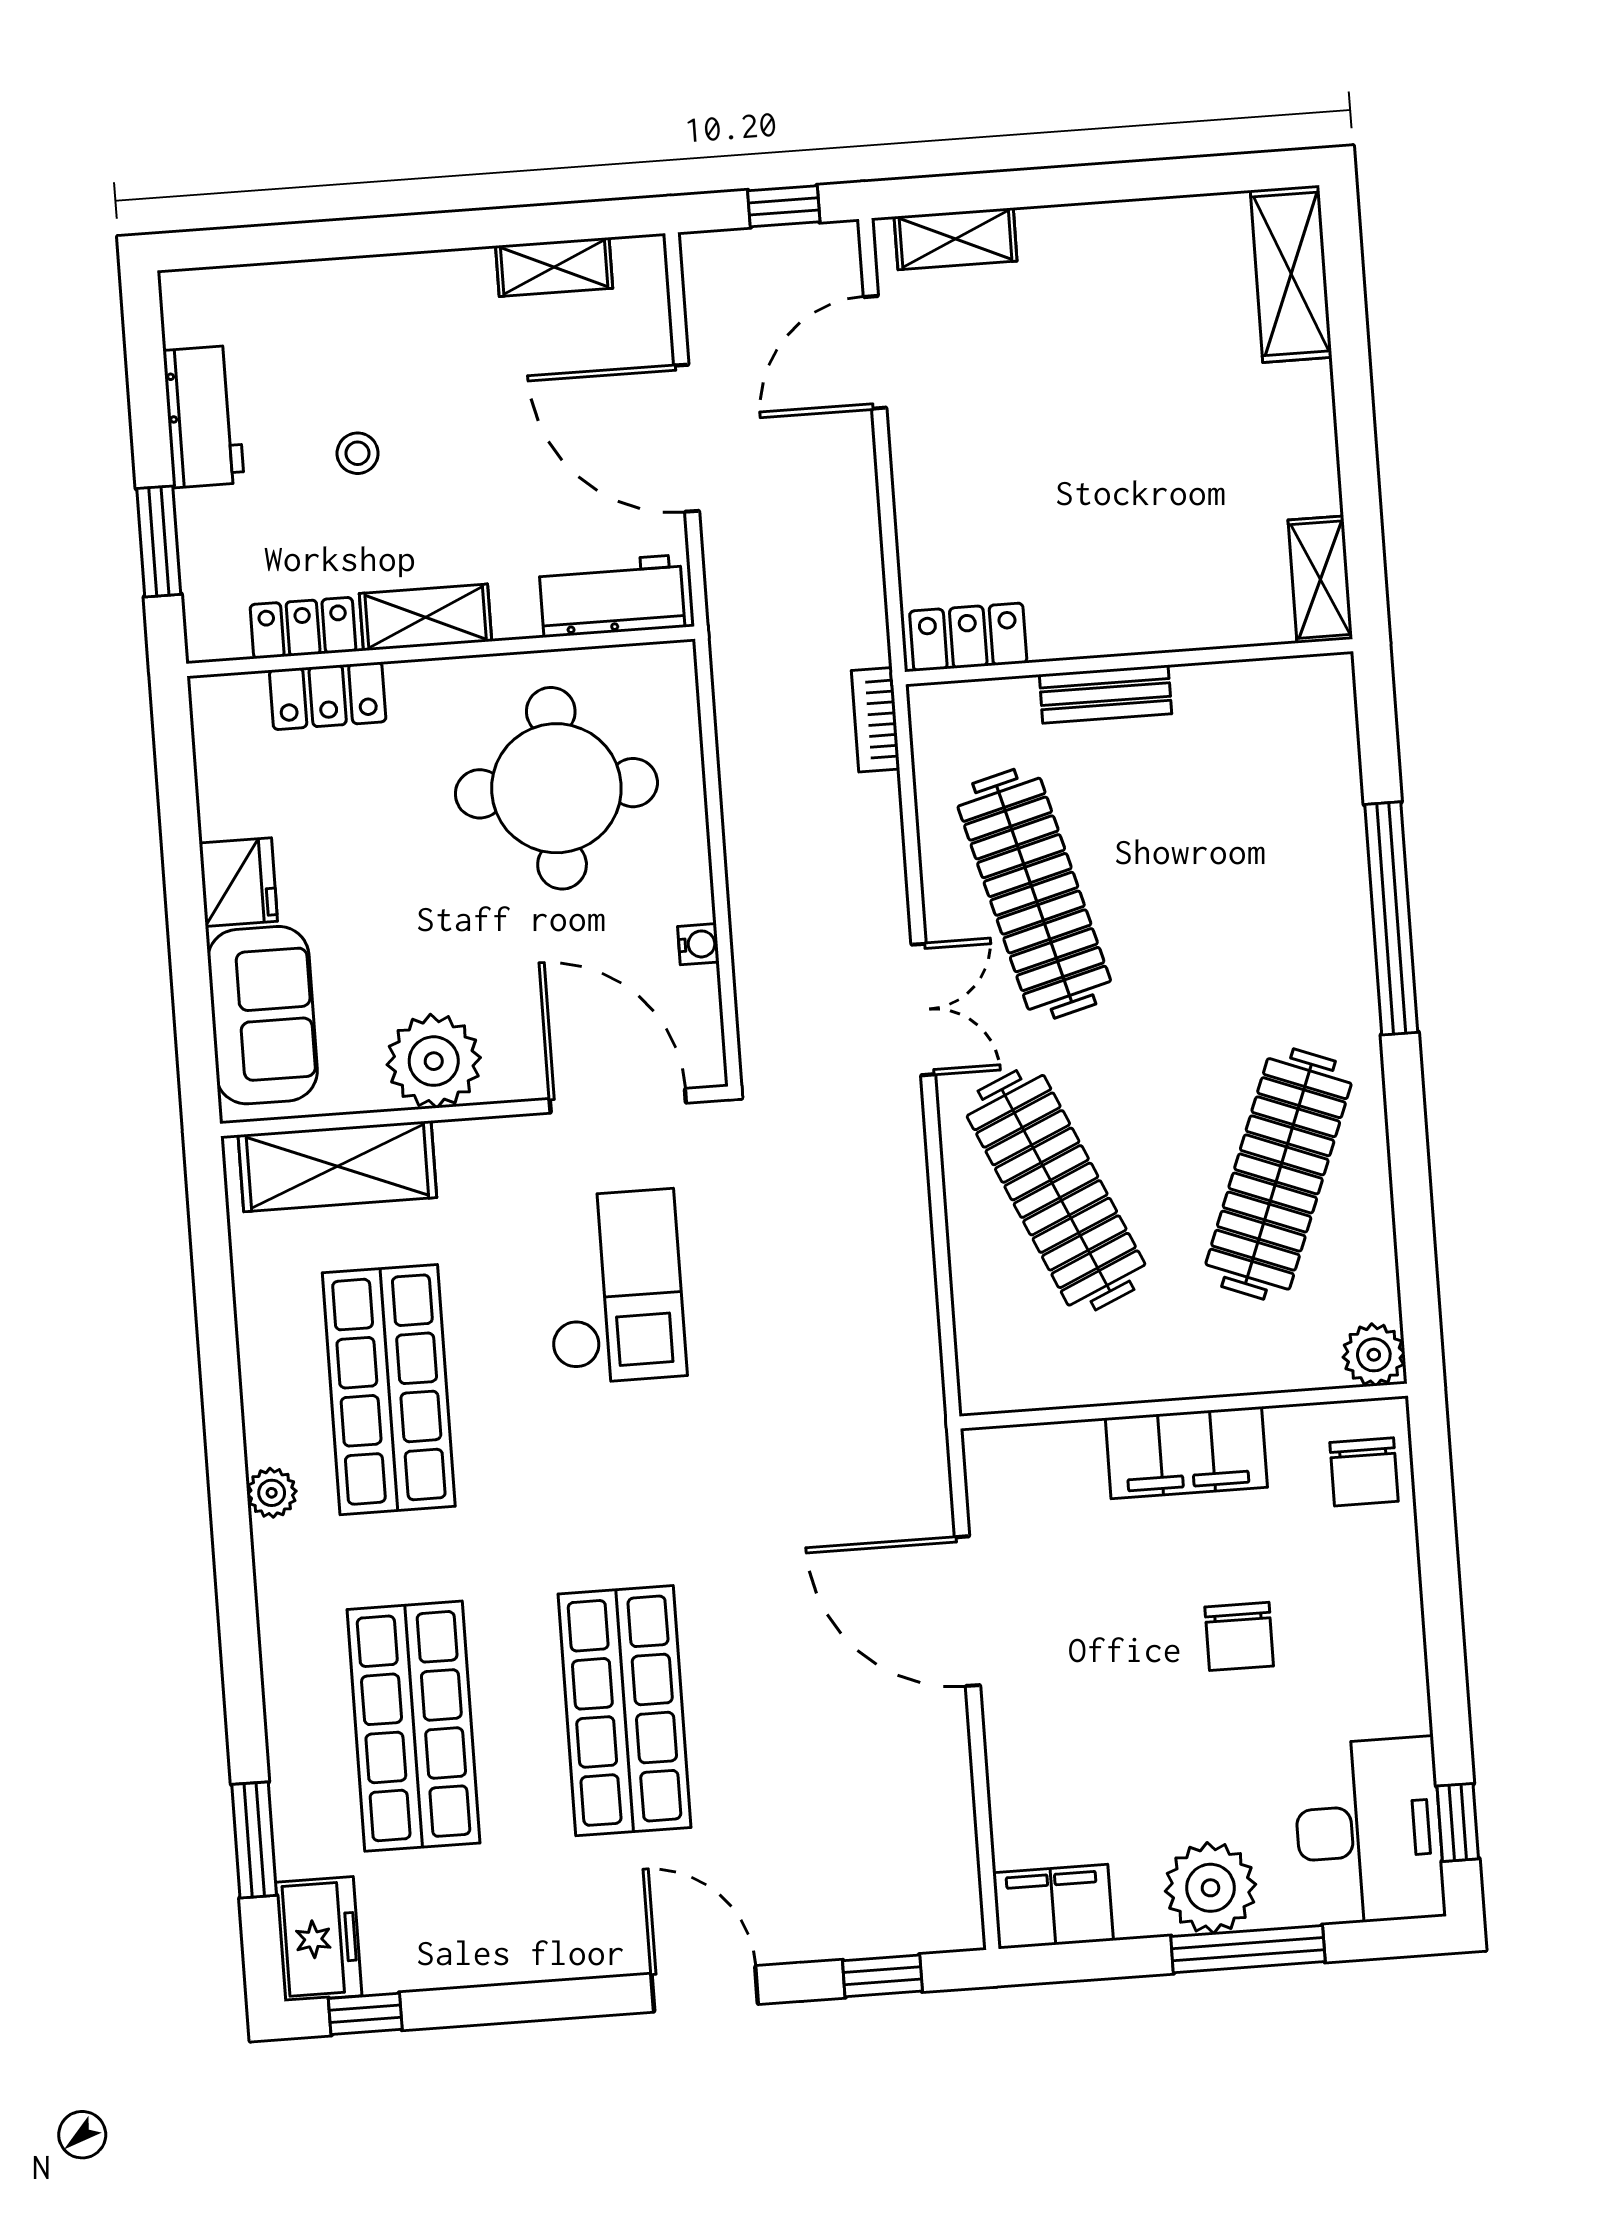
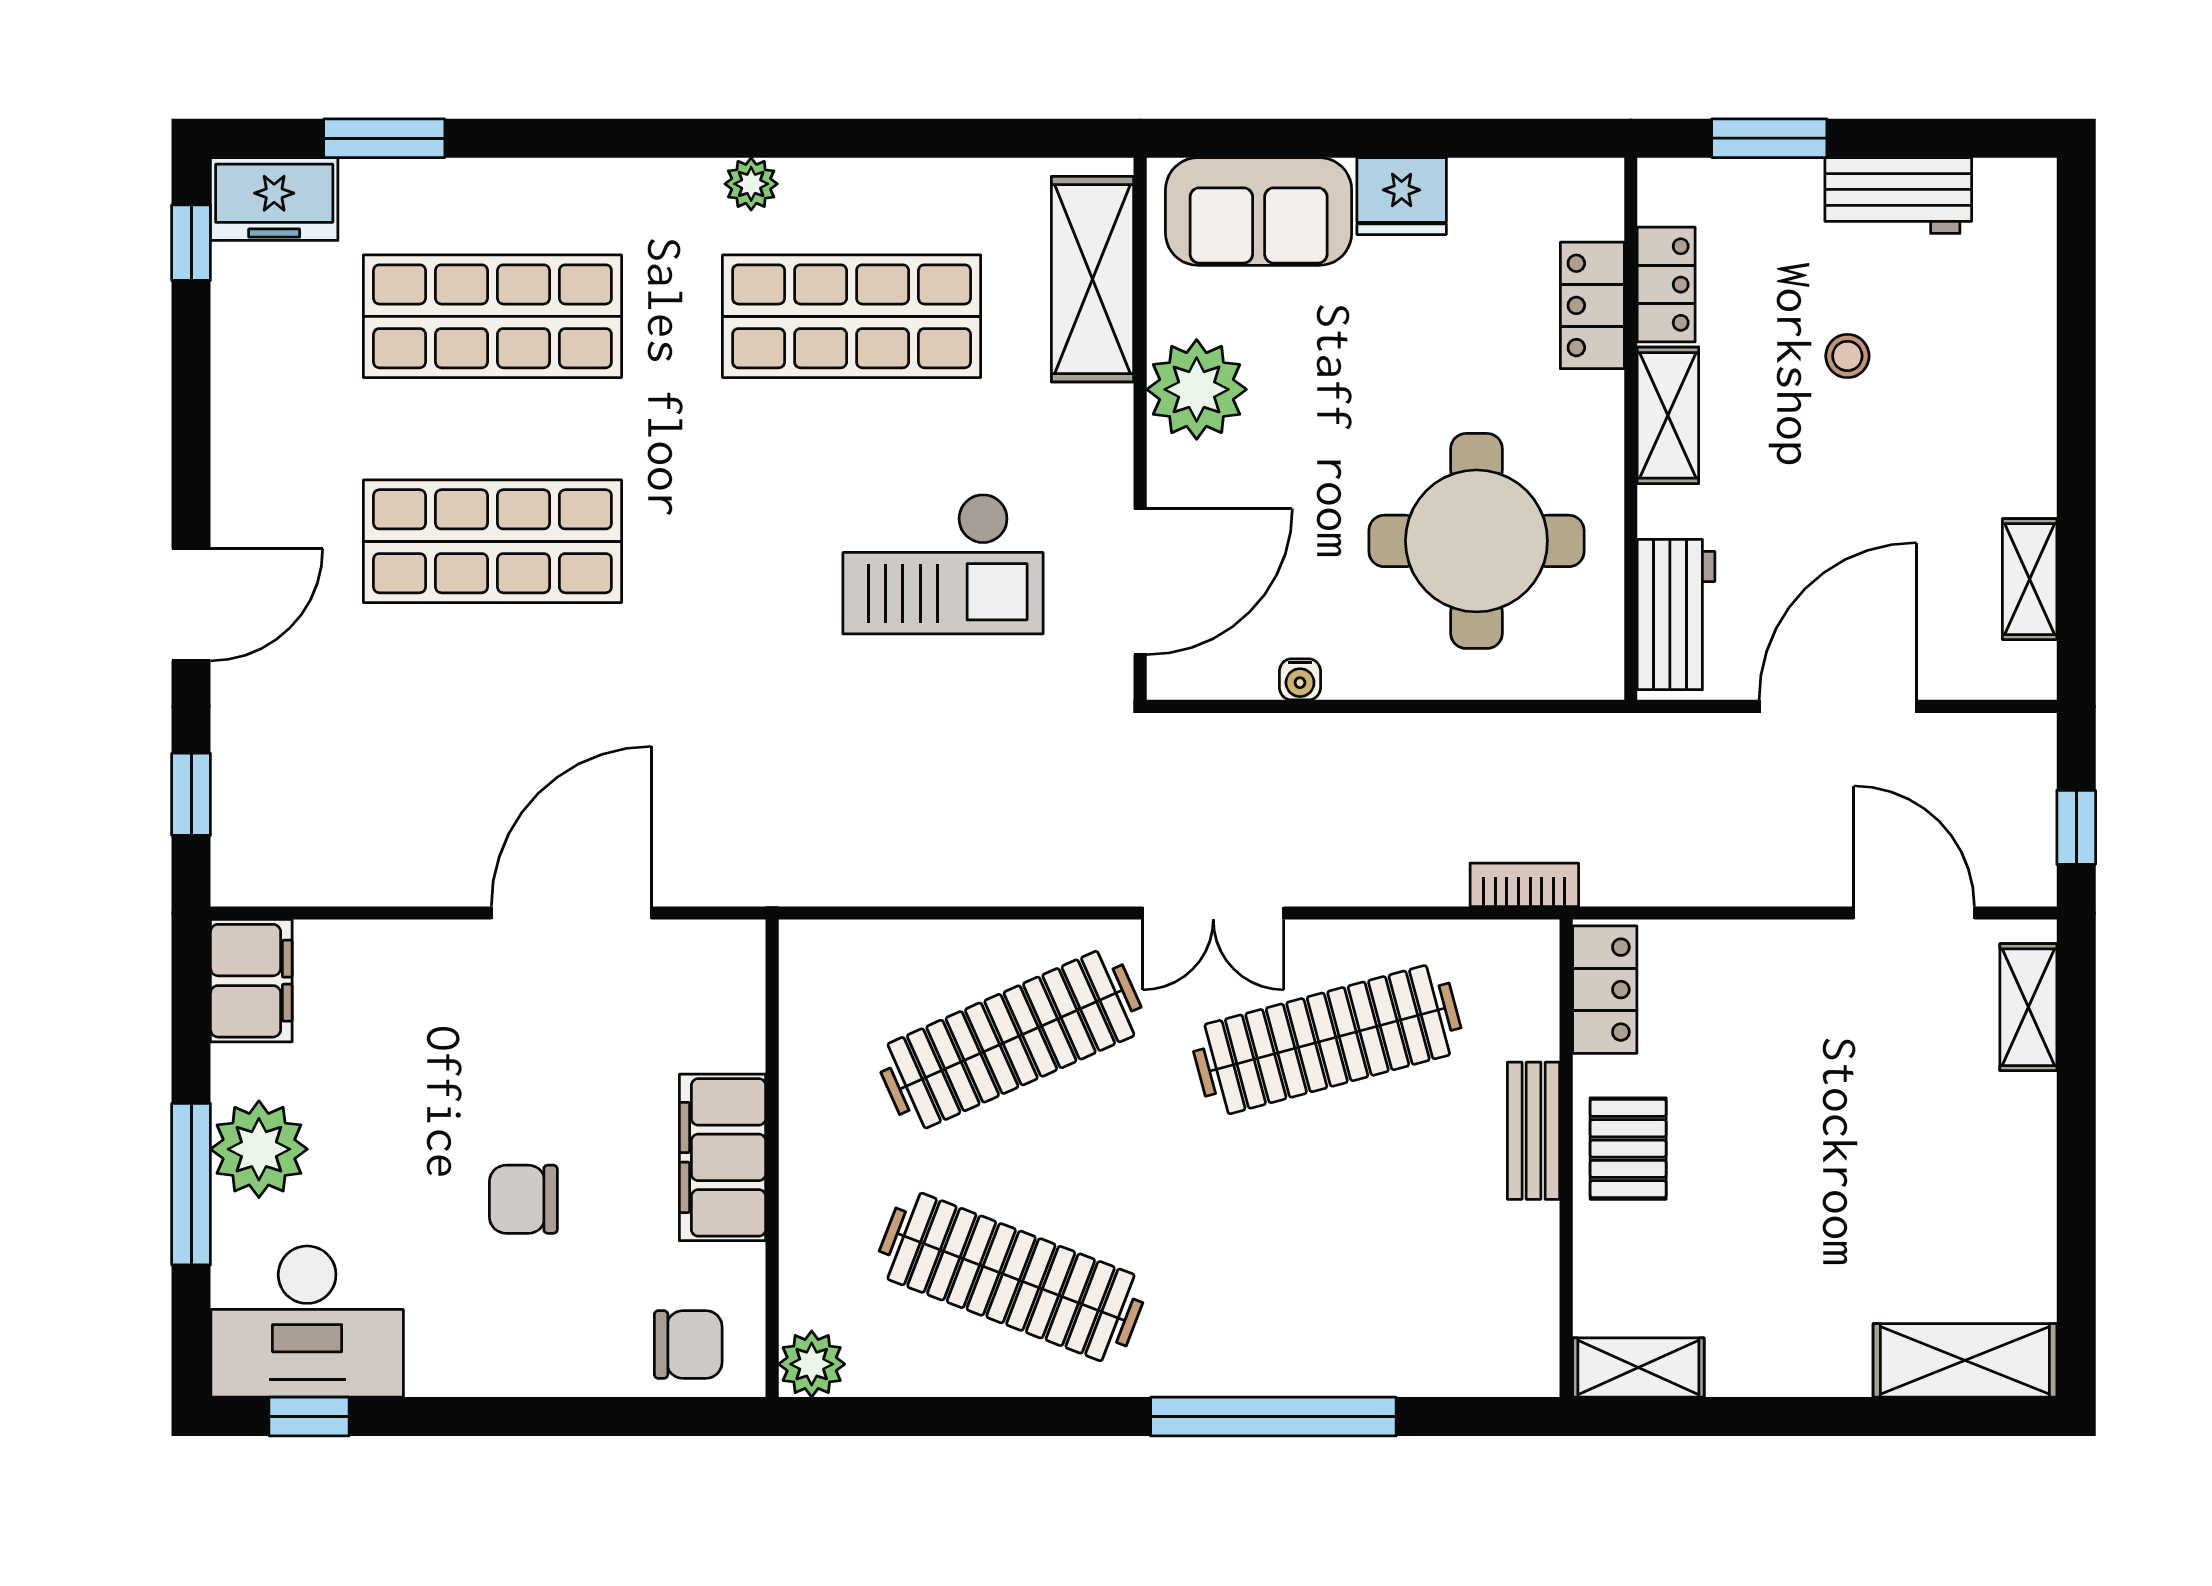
pallet: (1116, 604) -> (1628, 1149), added
chair: (1364, 1472) -> (688, 1344), turned 180

